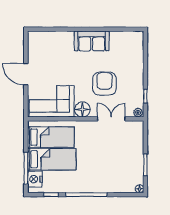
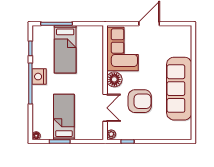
sofa: (92, 41) -> (179, 89), width x1.85, depth x1.27
bed: (51, 137) -> (64, 117), moved, turned 180
nightstand: (35, 179) -> (39, 77), moved, turned -90

